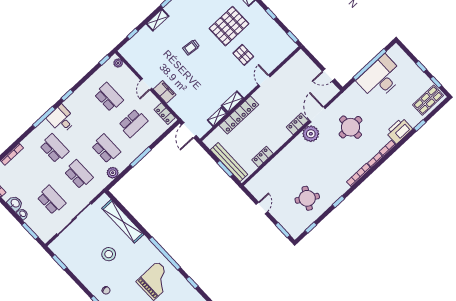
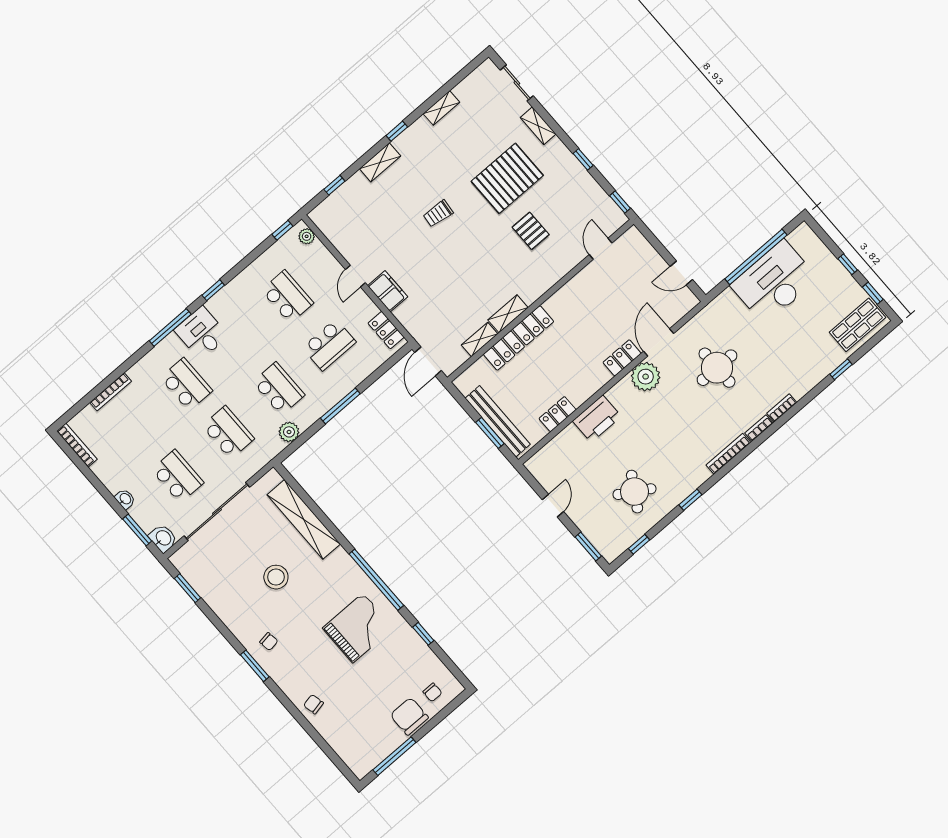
door: (264, 81) -> (601, 249), moved
printer: (399, 131) -> (597, 419), moved, turned 180
washbasin: (15, 203) -> (163, 538), moved

